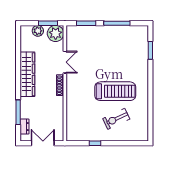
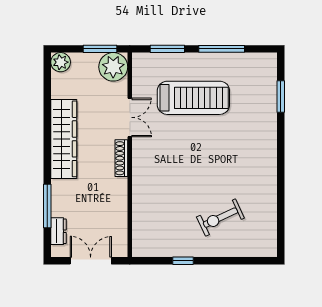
plant: (38, 31) -> (61, 62), moved
treadmill: (115, 91) -> (193, 98), moved

